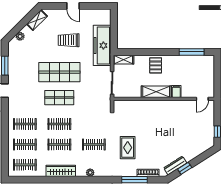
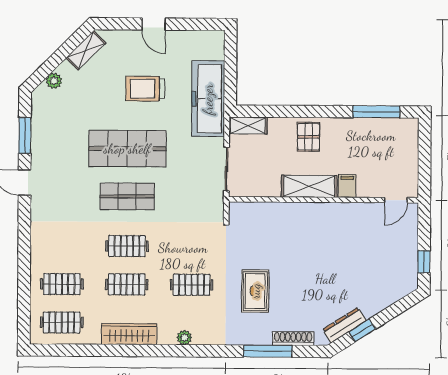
clothes rail: (25, 124) -> (62, 246), removed

